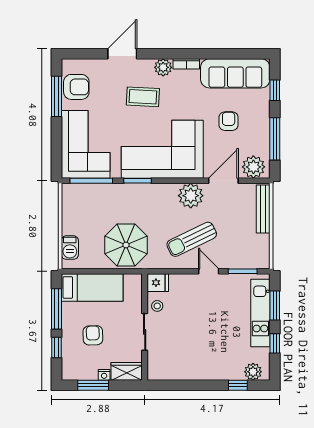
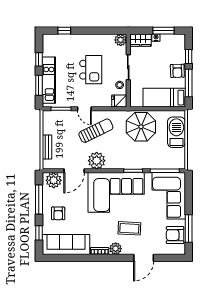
armchair: (229, 121) -> (58, 213), moved
bench: (263, 209) -> (47, 147), width x0.73
barbecue: (70, 248) -> (176, 132), width x1.88, depth x1.53
kitchen island: (199, 328) -> (91, 70), added
armchair: (93, 335) -> (177, 71), moved
plant: (253, 372) -> (121, 40), moved

